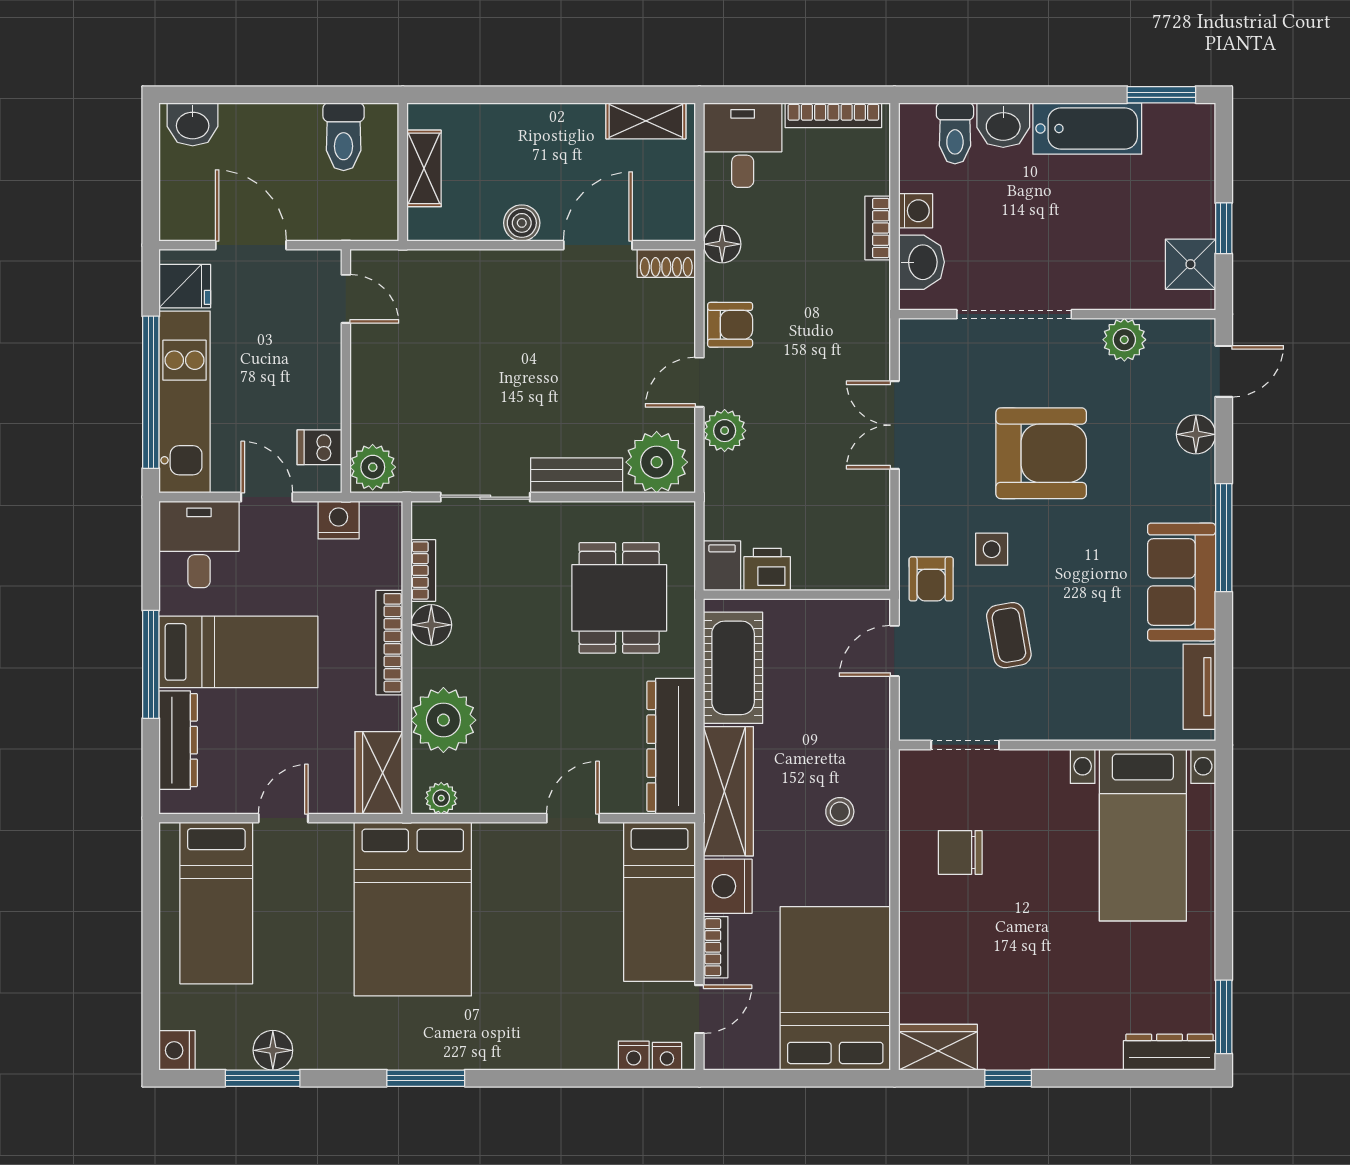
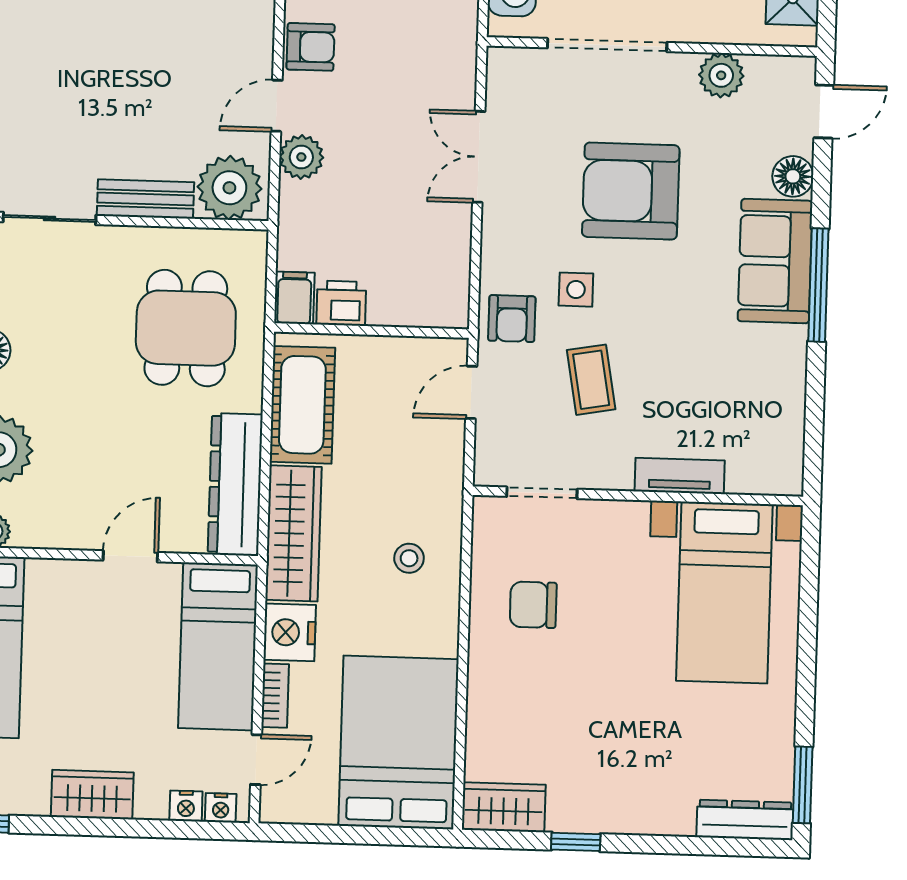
armchair: (1041, 453) -> (631, 191), turned 180
sofa: (1182, 582) -> (775, 261), moved
tv unit: (1199, 687) -> (680, 476), moved, turned 90
wardrobe: (543, 1047) -> (92, 795), added

